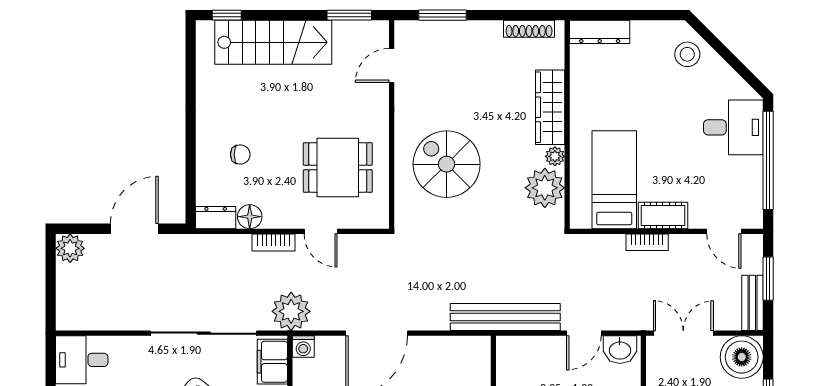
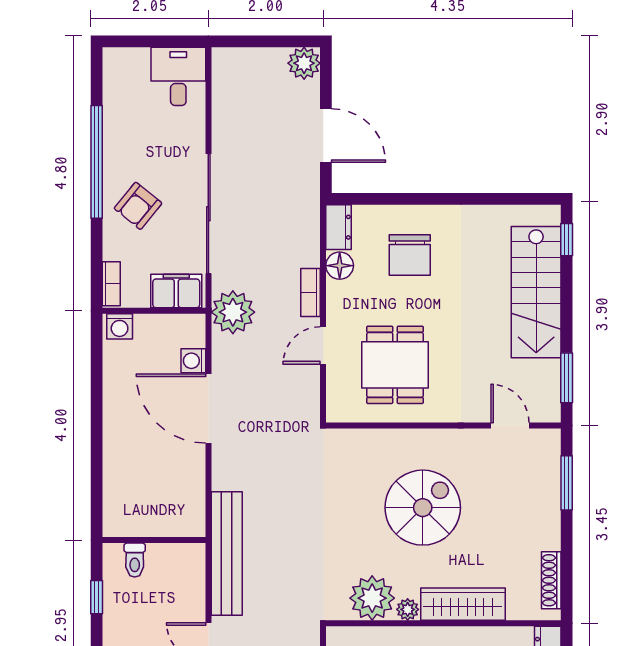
chair: (240, 154) -> (410, 255), width x1.87, depth x1.87
spiral stairs: (447, 164) -> (423, 508), moved
washing machine: (303, 347) -> (193, 361), moved

